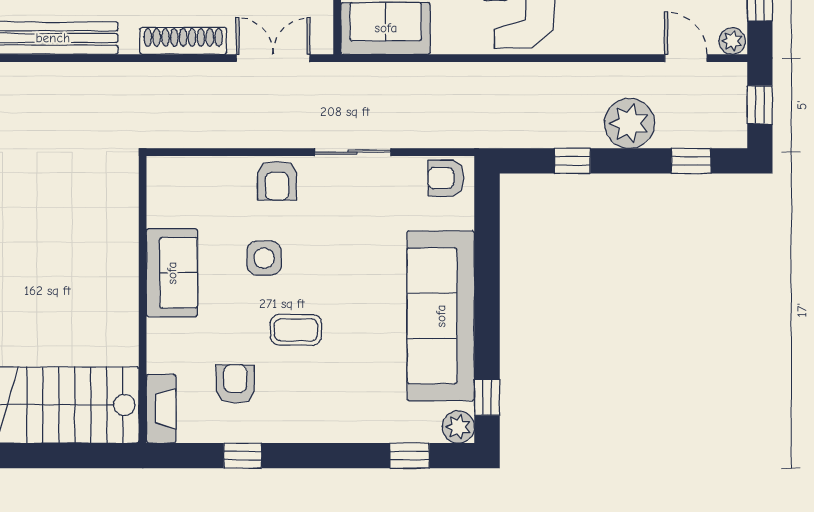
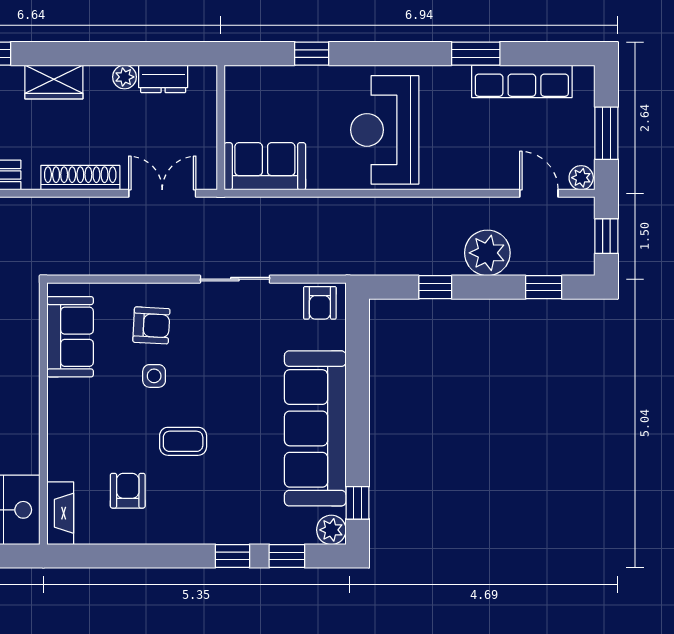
armchair: (446, 178) -> (320, 303), turned -90
armchair: (277, 181) -> (151, 325), moved, turned -87
side table: (264, 258) -> (154, 376), width x0.73, depth x0.73
sofa: (172, 273) -> (70, 337), moved
window: (243, 456) -> (232, 556), moved

